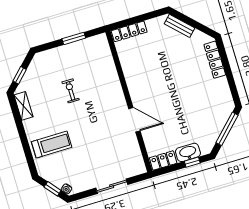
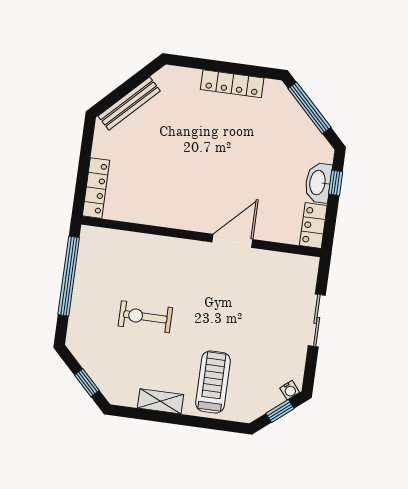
bench: (180, 26) -> (129, 103), width x1.36
window: (74, 38) -> (69, 276), width x2.11
locker: (215, 60) -> (232, 84), moved
exercise bike: (71, 91) -> (145, 317), width x1.38, depth x1.39
shelving: (23, 106) -> (161, 401), moved

